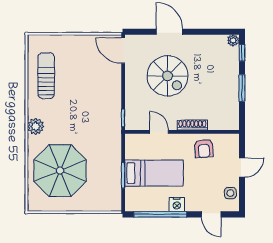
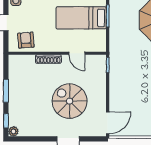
door: (123, 51) -> (108, 123), hinge flipped
armchair: (204, 148) -> (26, 40), moved

